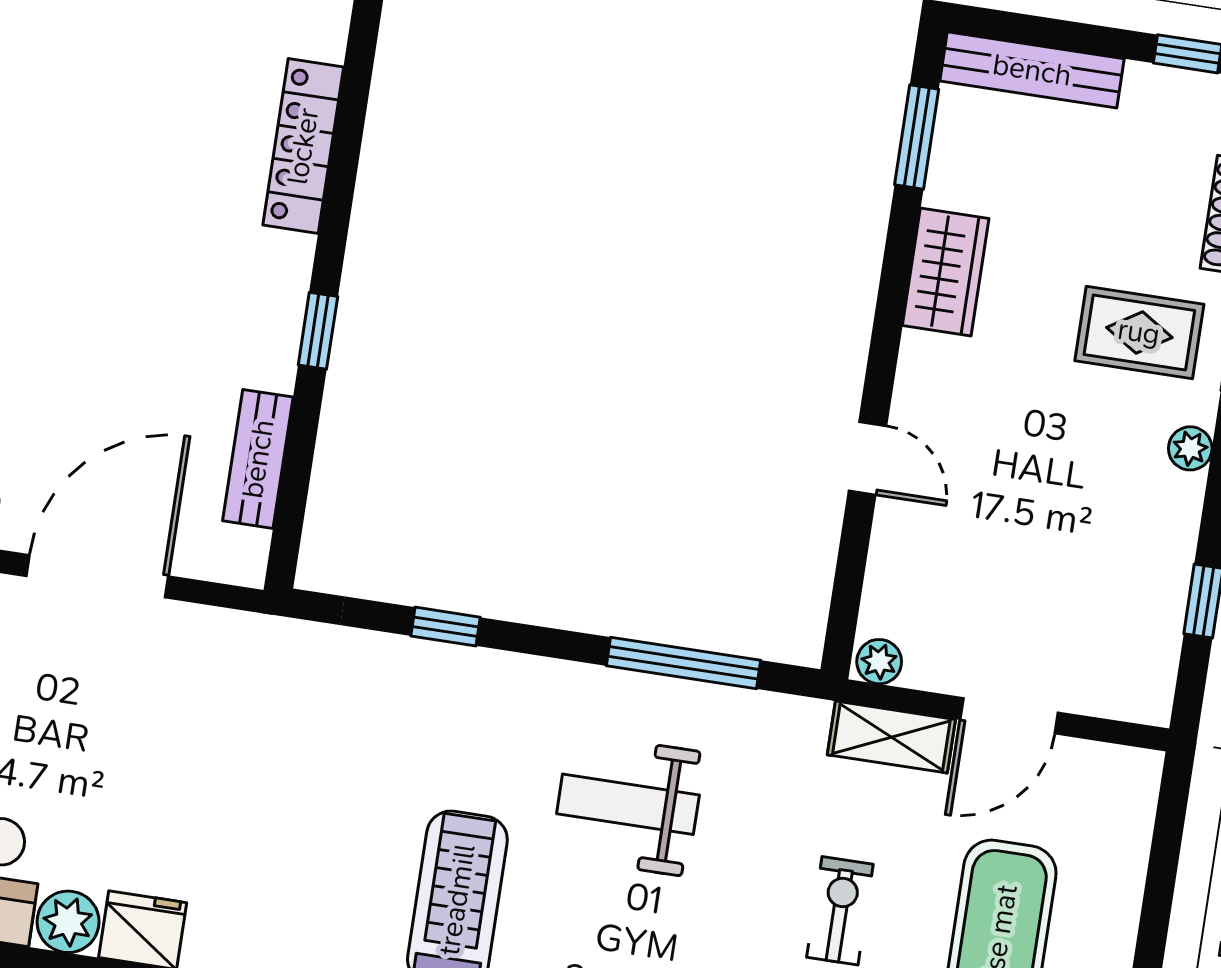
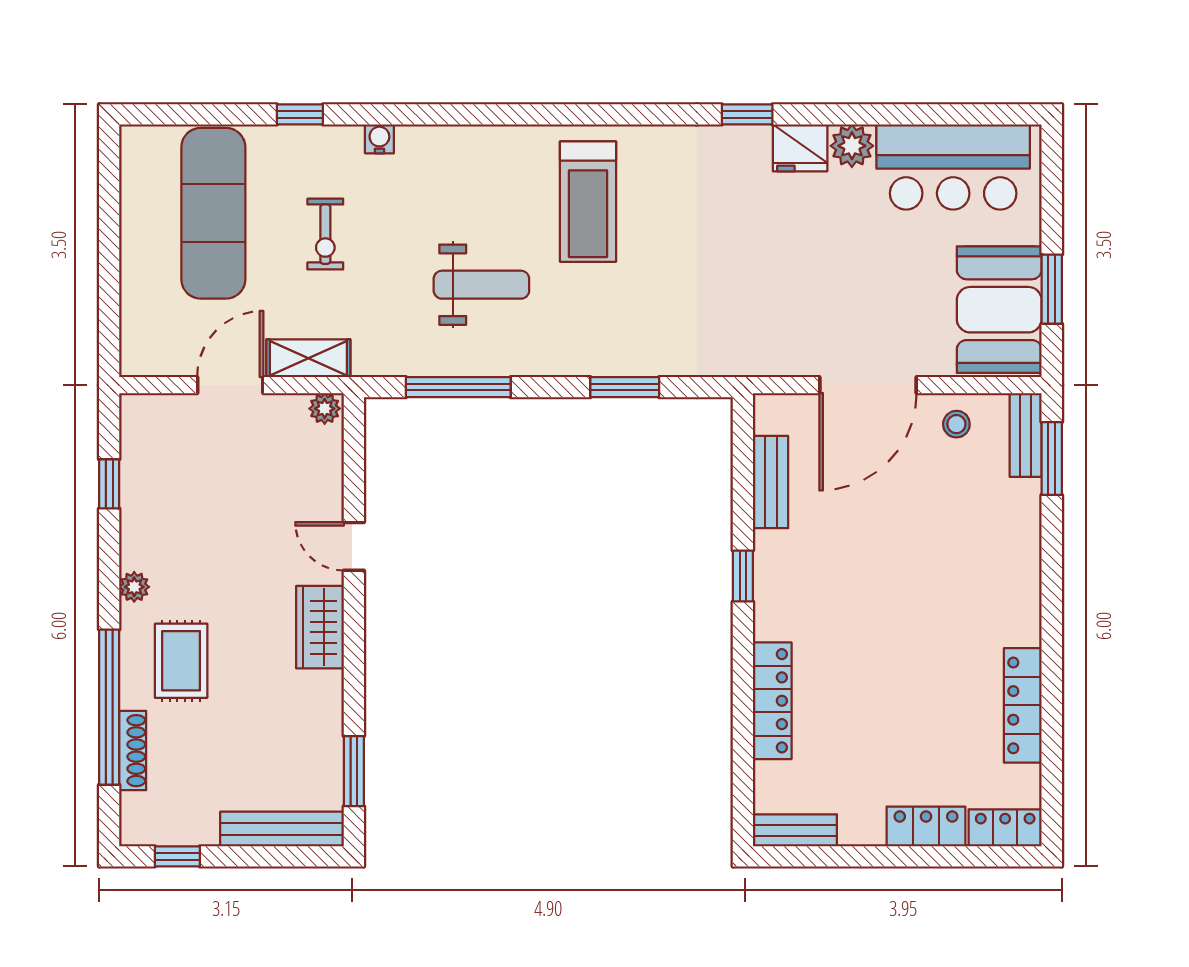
wardrobe: (946, 272) -> (320, 627), moved
rug: (1139, 332) -> (181, 661), turned 90
window: (446, 627) -> (625, 387), width x1.50

